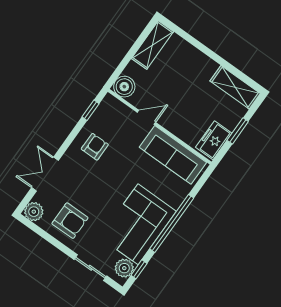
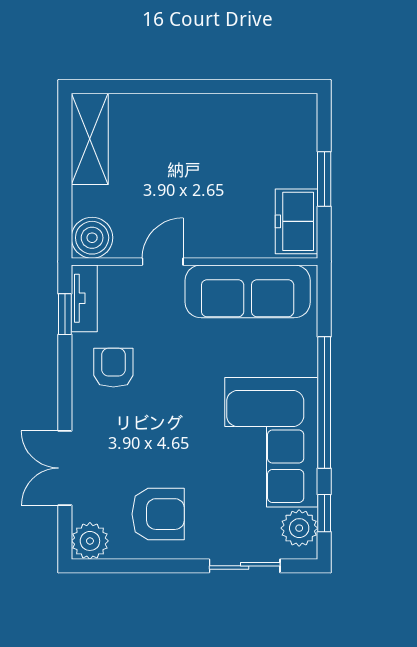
shelving: (235, 87) -> (270, 112), removed
tv unit: (103, 109) -> (84, 298), added

